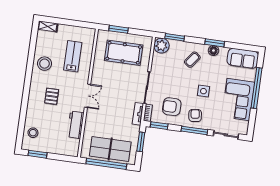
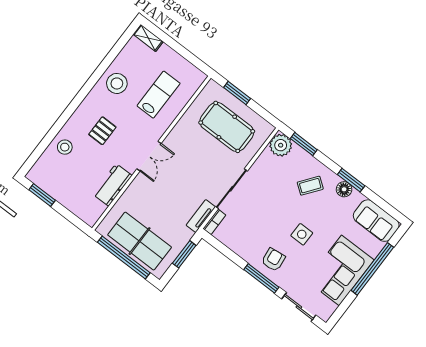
armchair: (172, 107) -> (250, 231), removed
window: (159, 126) -> (220, 246), removed
stool: (33, 133) -> (65, 147), moved

